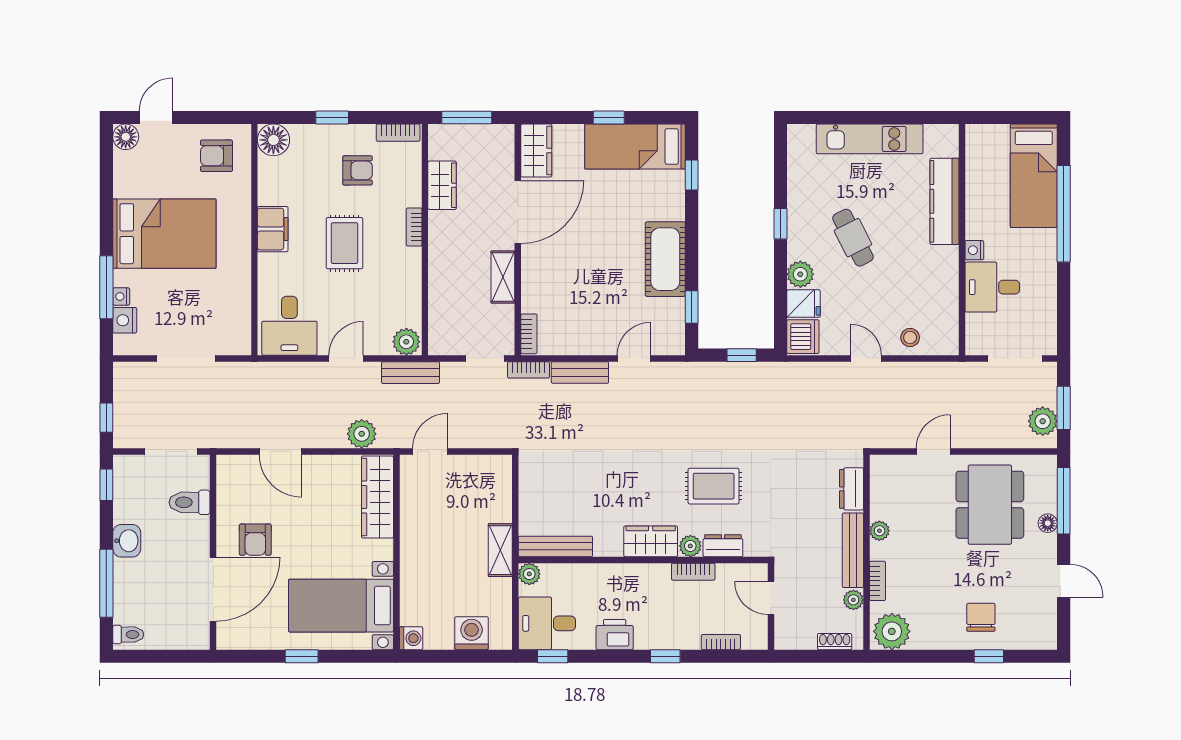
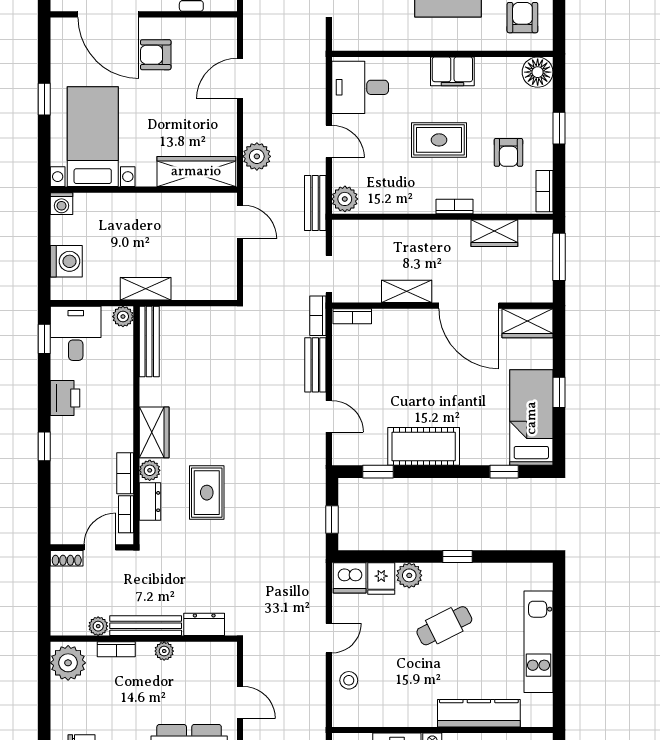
bookcase: (721, 642) -> (126, 514), moved, turned 180
shoe rack: (835, 642) -> (67, 558), moved, turned 90

